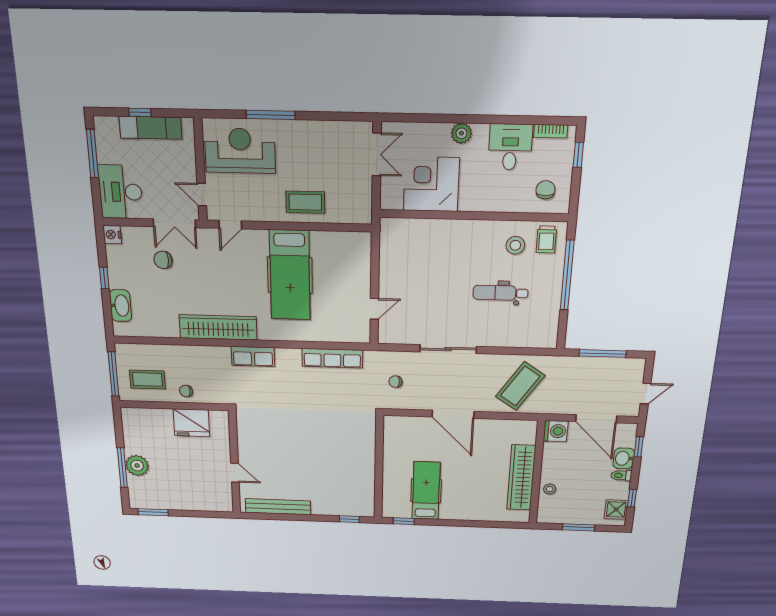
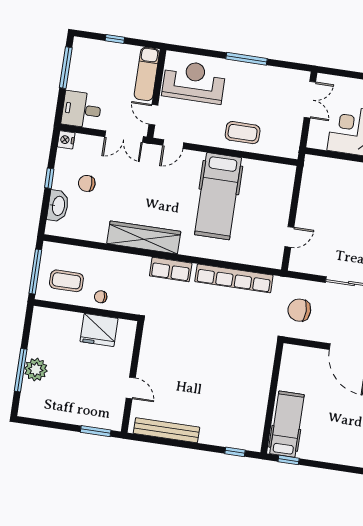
window: (271, 115) -> (246, 59), moved
exam couch: (151, 128) -> (147, 74), moved, turned 90
desk: (121, 192) -> (82, 110), width x0.73
chair: (163, 260) -> (87, 183), moved
row of seats: (332, 358) -> (234, 278), width x1.36
chair: (395, 382) -> (299, 310), width x1.87, depth x1.87
hospital bed: (426, 491) -> (287, 424), moved
window: (153, 512) -> (96, 431), moved

